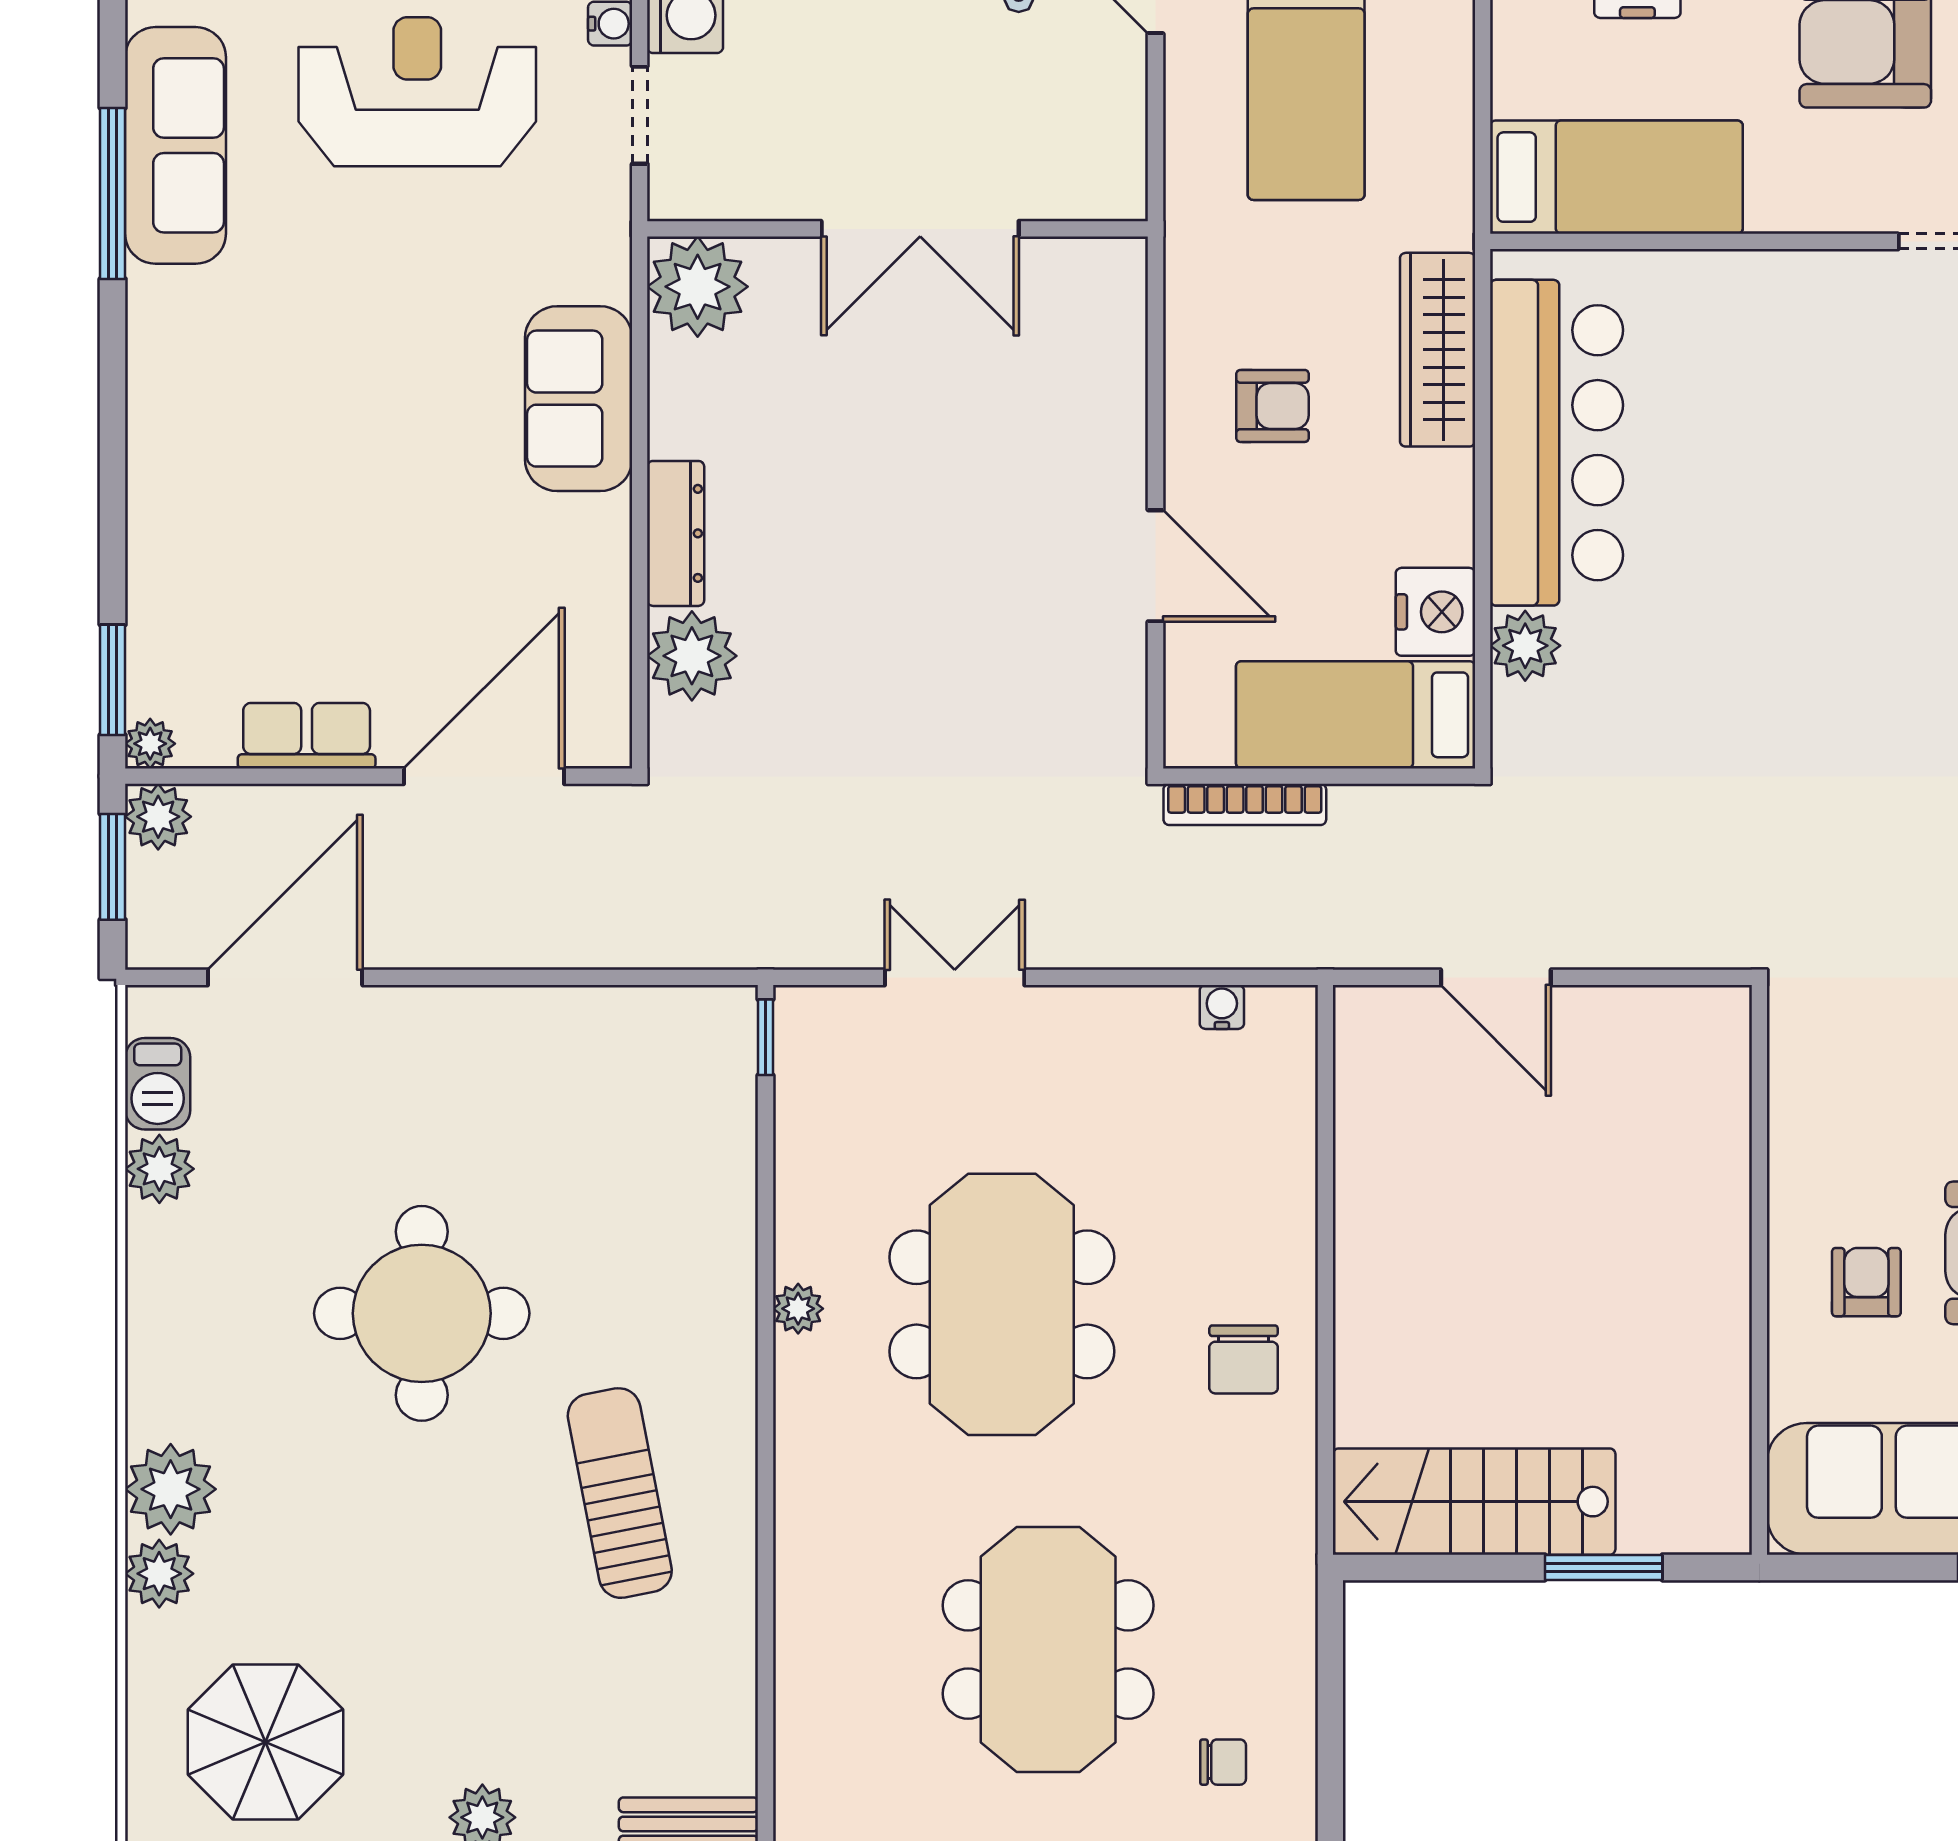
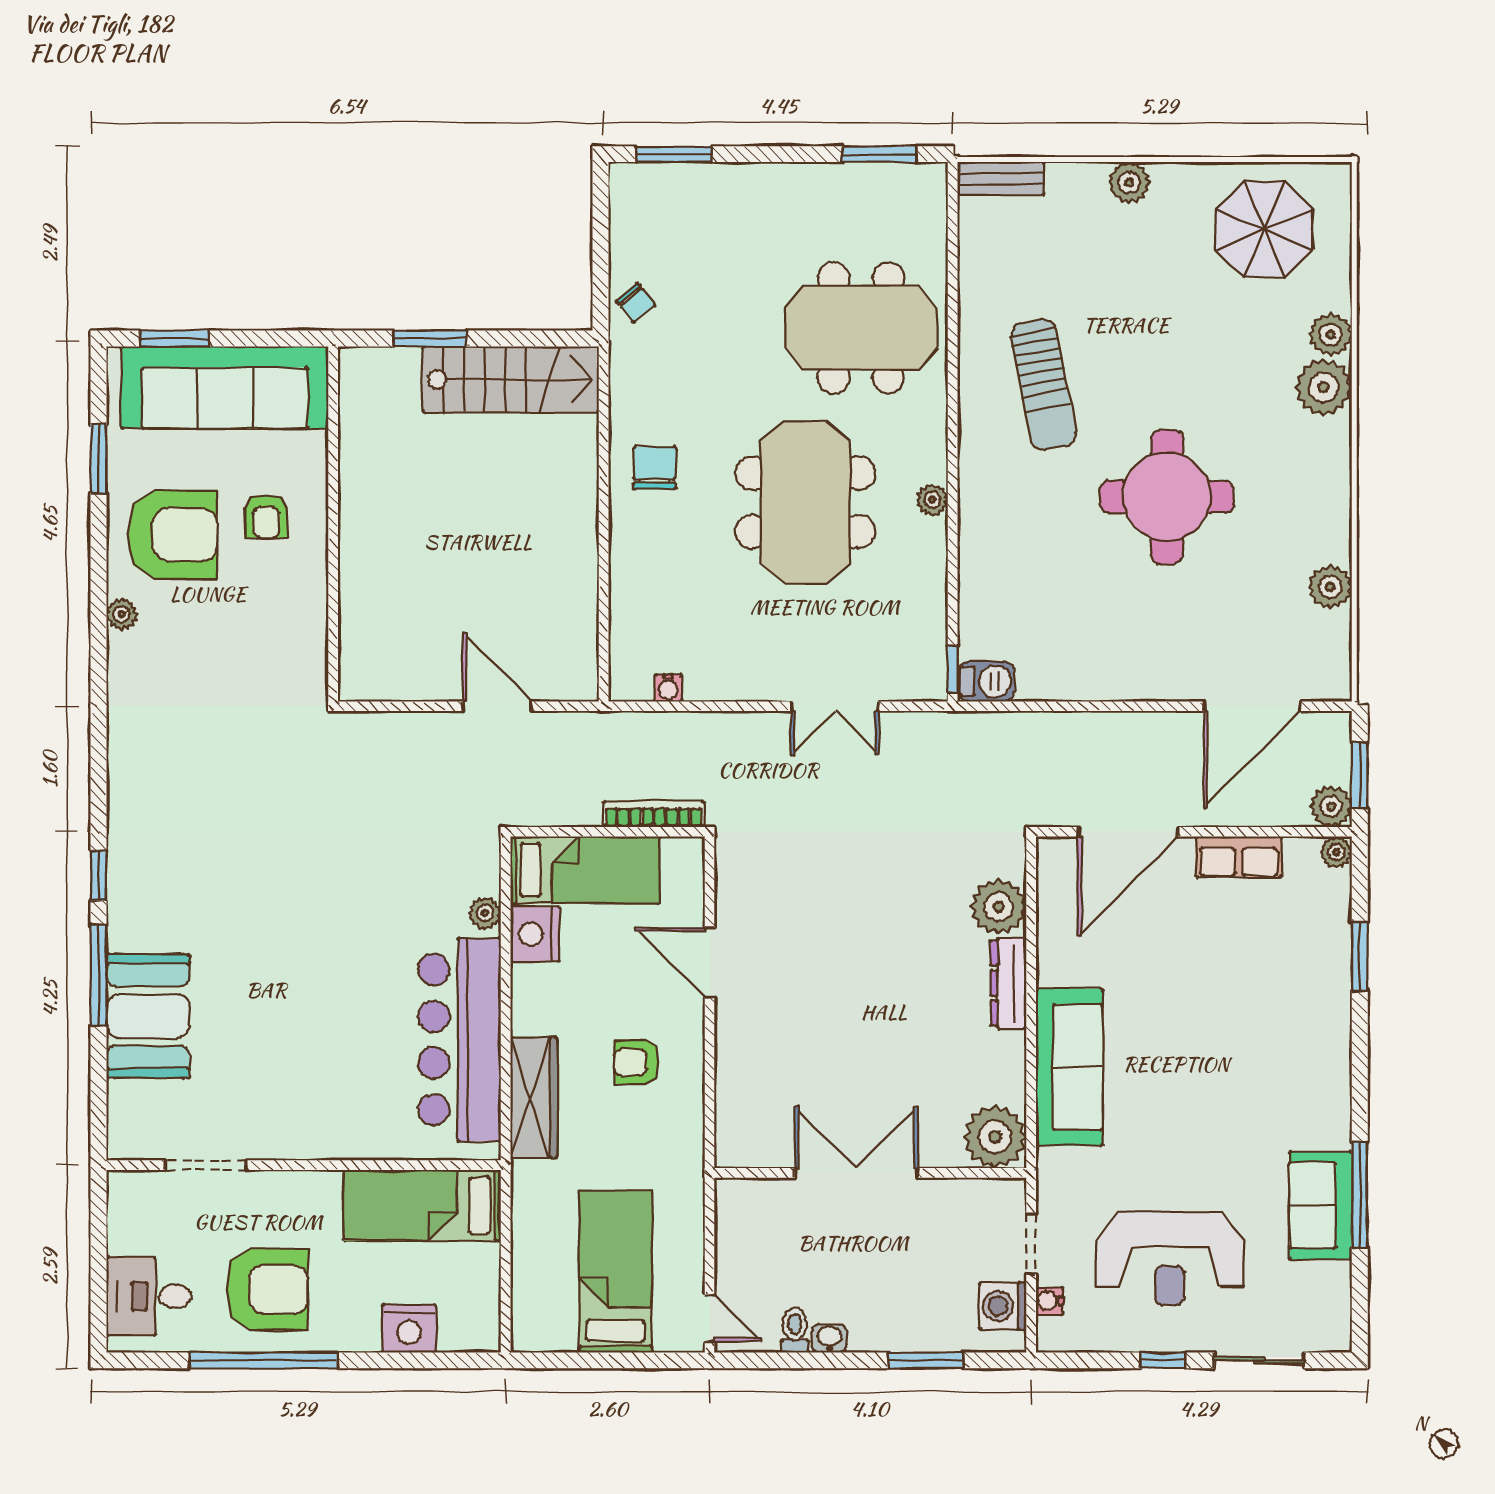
sofa: (175, 145) -> (1320, 1205), width x0.73
sofa: (579, 399) -> (1069, 1067), width x1.36
plant: (1525, 646) -> (485, 913), width x0.73, depth x0.73
window: (113, 680) -> (1360, 957), moved
barbecue: (158, 1084) -> (986, 681), moved, turned 90
meeting table: (1048, 1649) -> (861, 328), moved, turned 90
chair: (1223, 1762) -> (636, 303), moved, turned -129

